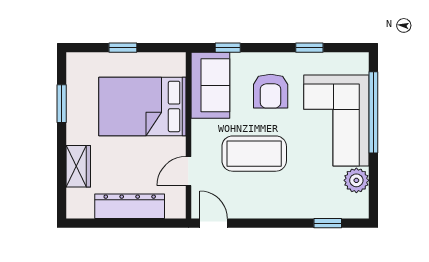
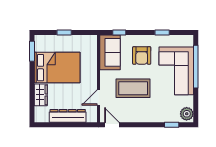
window: (62, 104) -> (32, 51), moved
bed: (142, 106) -> (57, 68), moved, turned 180
plant: (356, 180) -> (187, 114), moved

